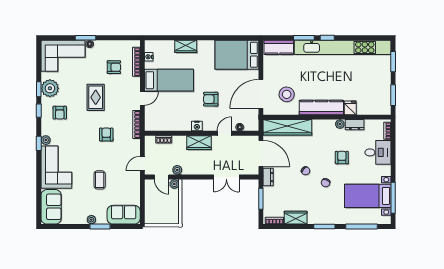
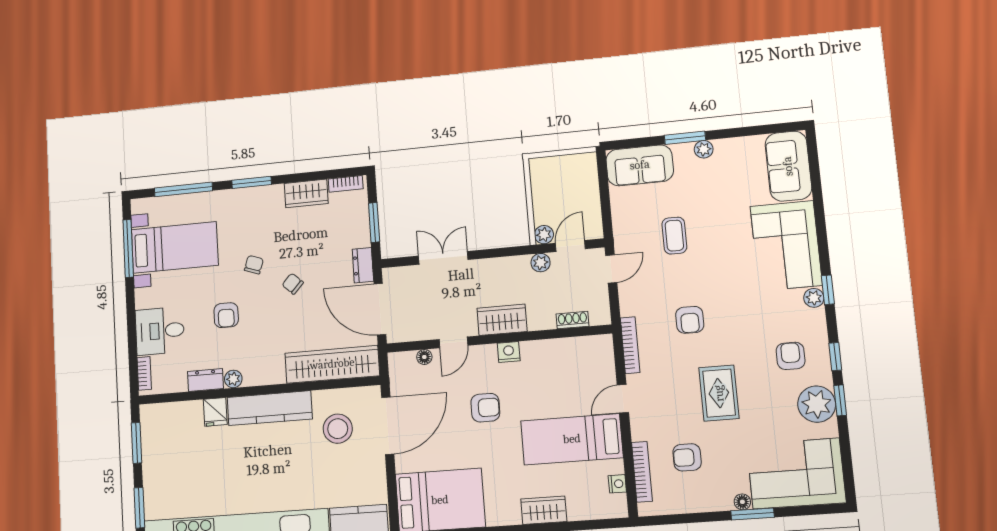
door: (162, 177) -> (570, 246), hinge flipped
coffee table: (100, 180) -> (674, 236), moved

